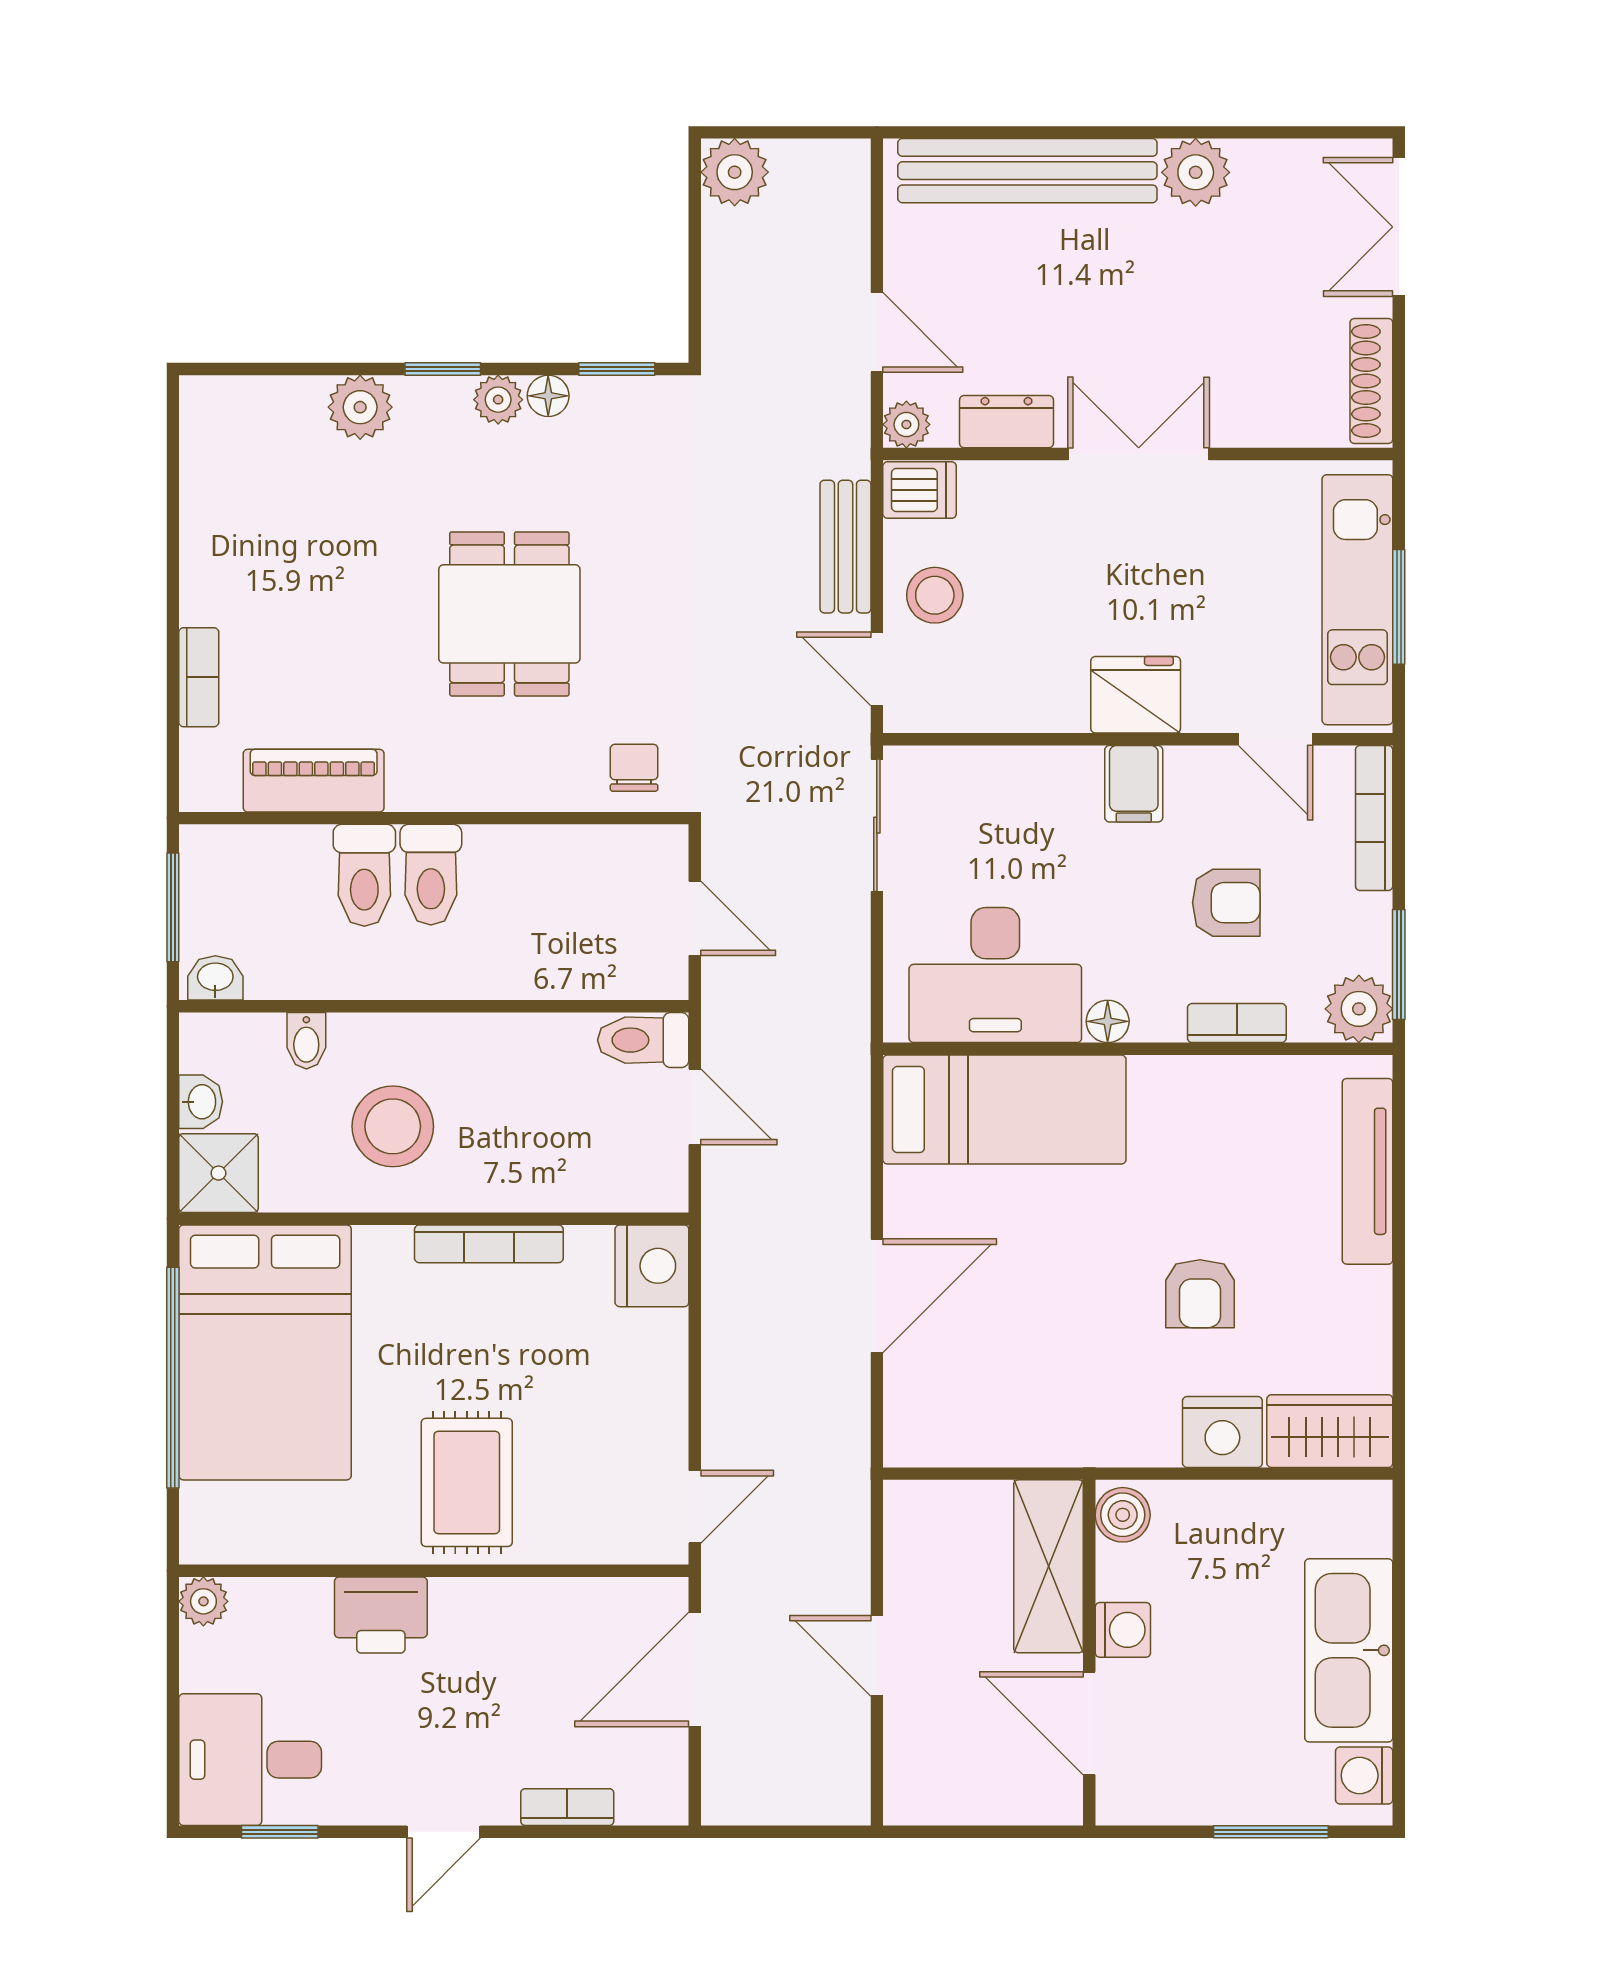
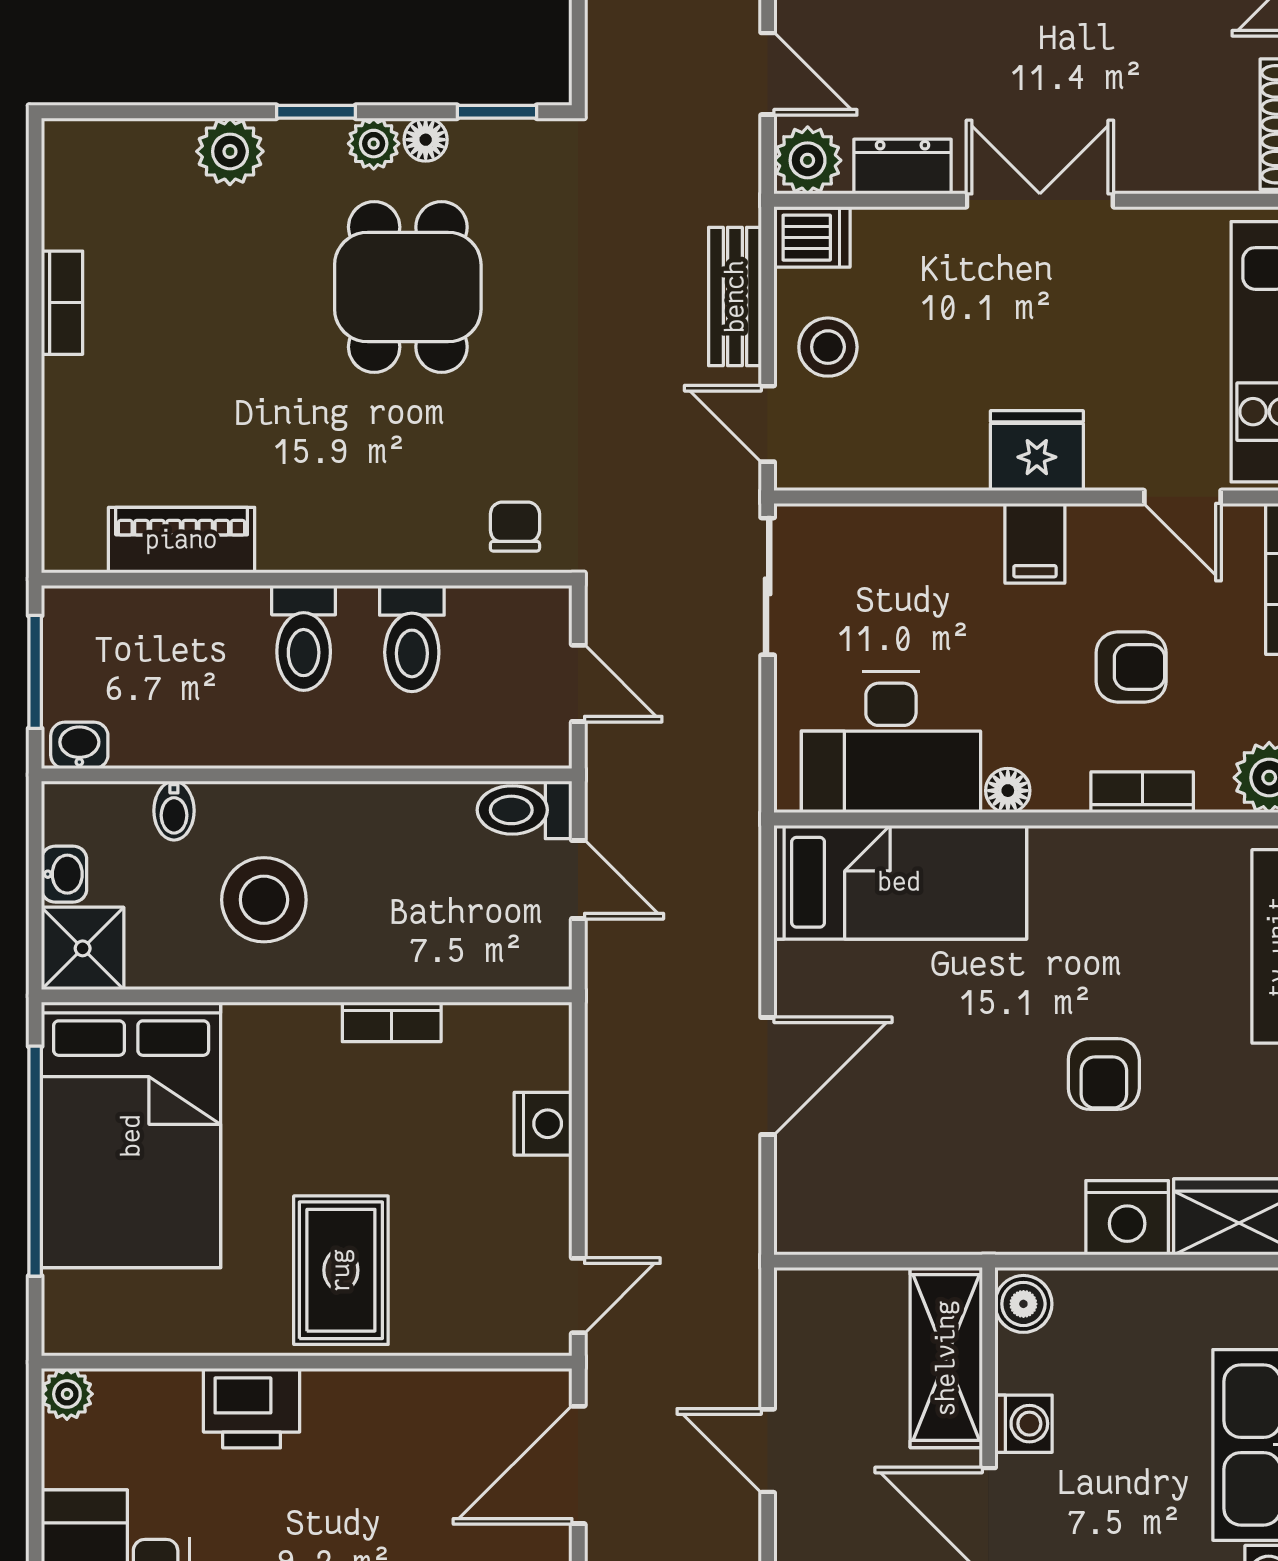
plant: (906, 424) -> (808, 160), width x1.38, depth x1.38
dining table: (509, 614) -> (408, 287), moved
bookcase: (199, 677) -> (62, 303), moved
toilet: (364, 875) -> (412, 639), moved
bookcase: (489, 1244) -> (392, 1022), width x0.64
nightstand: (652, 1266) -> (543, 1124), moved, width x0.74, depth x0.75

